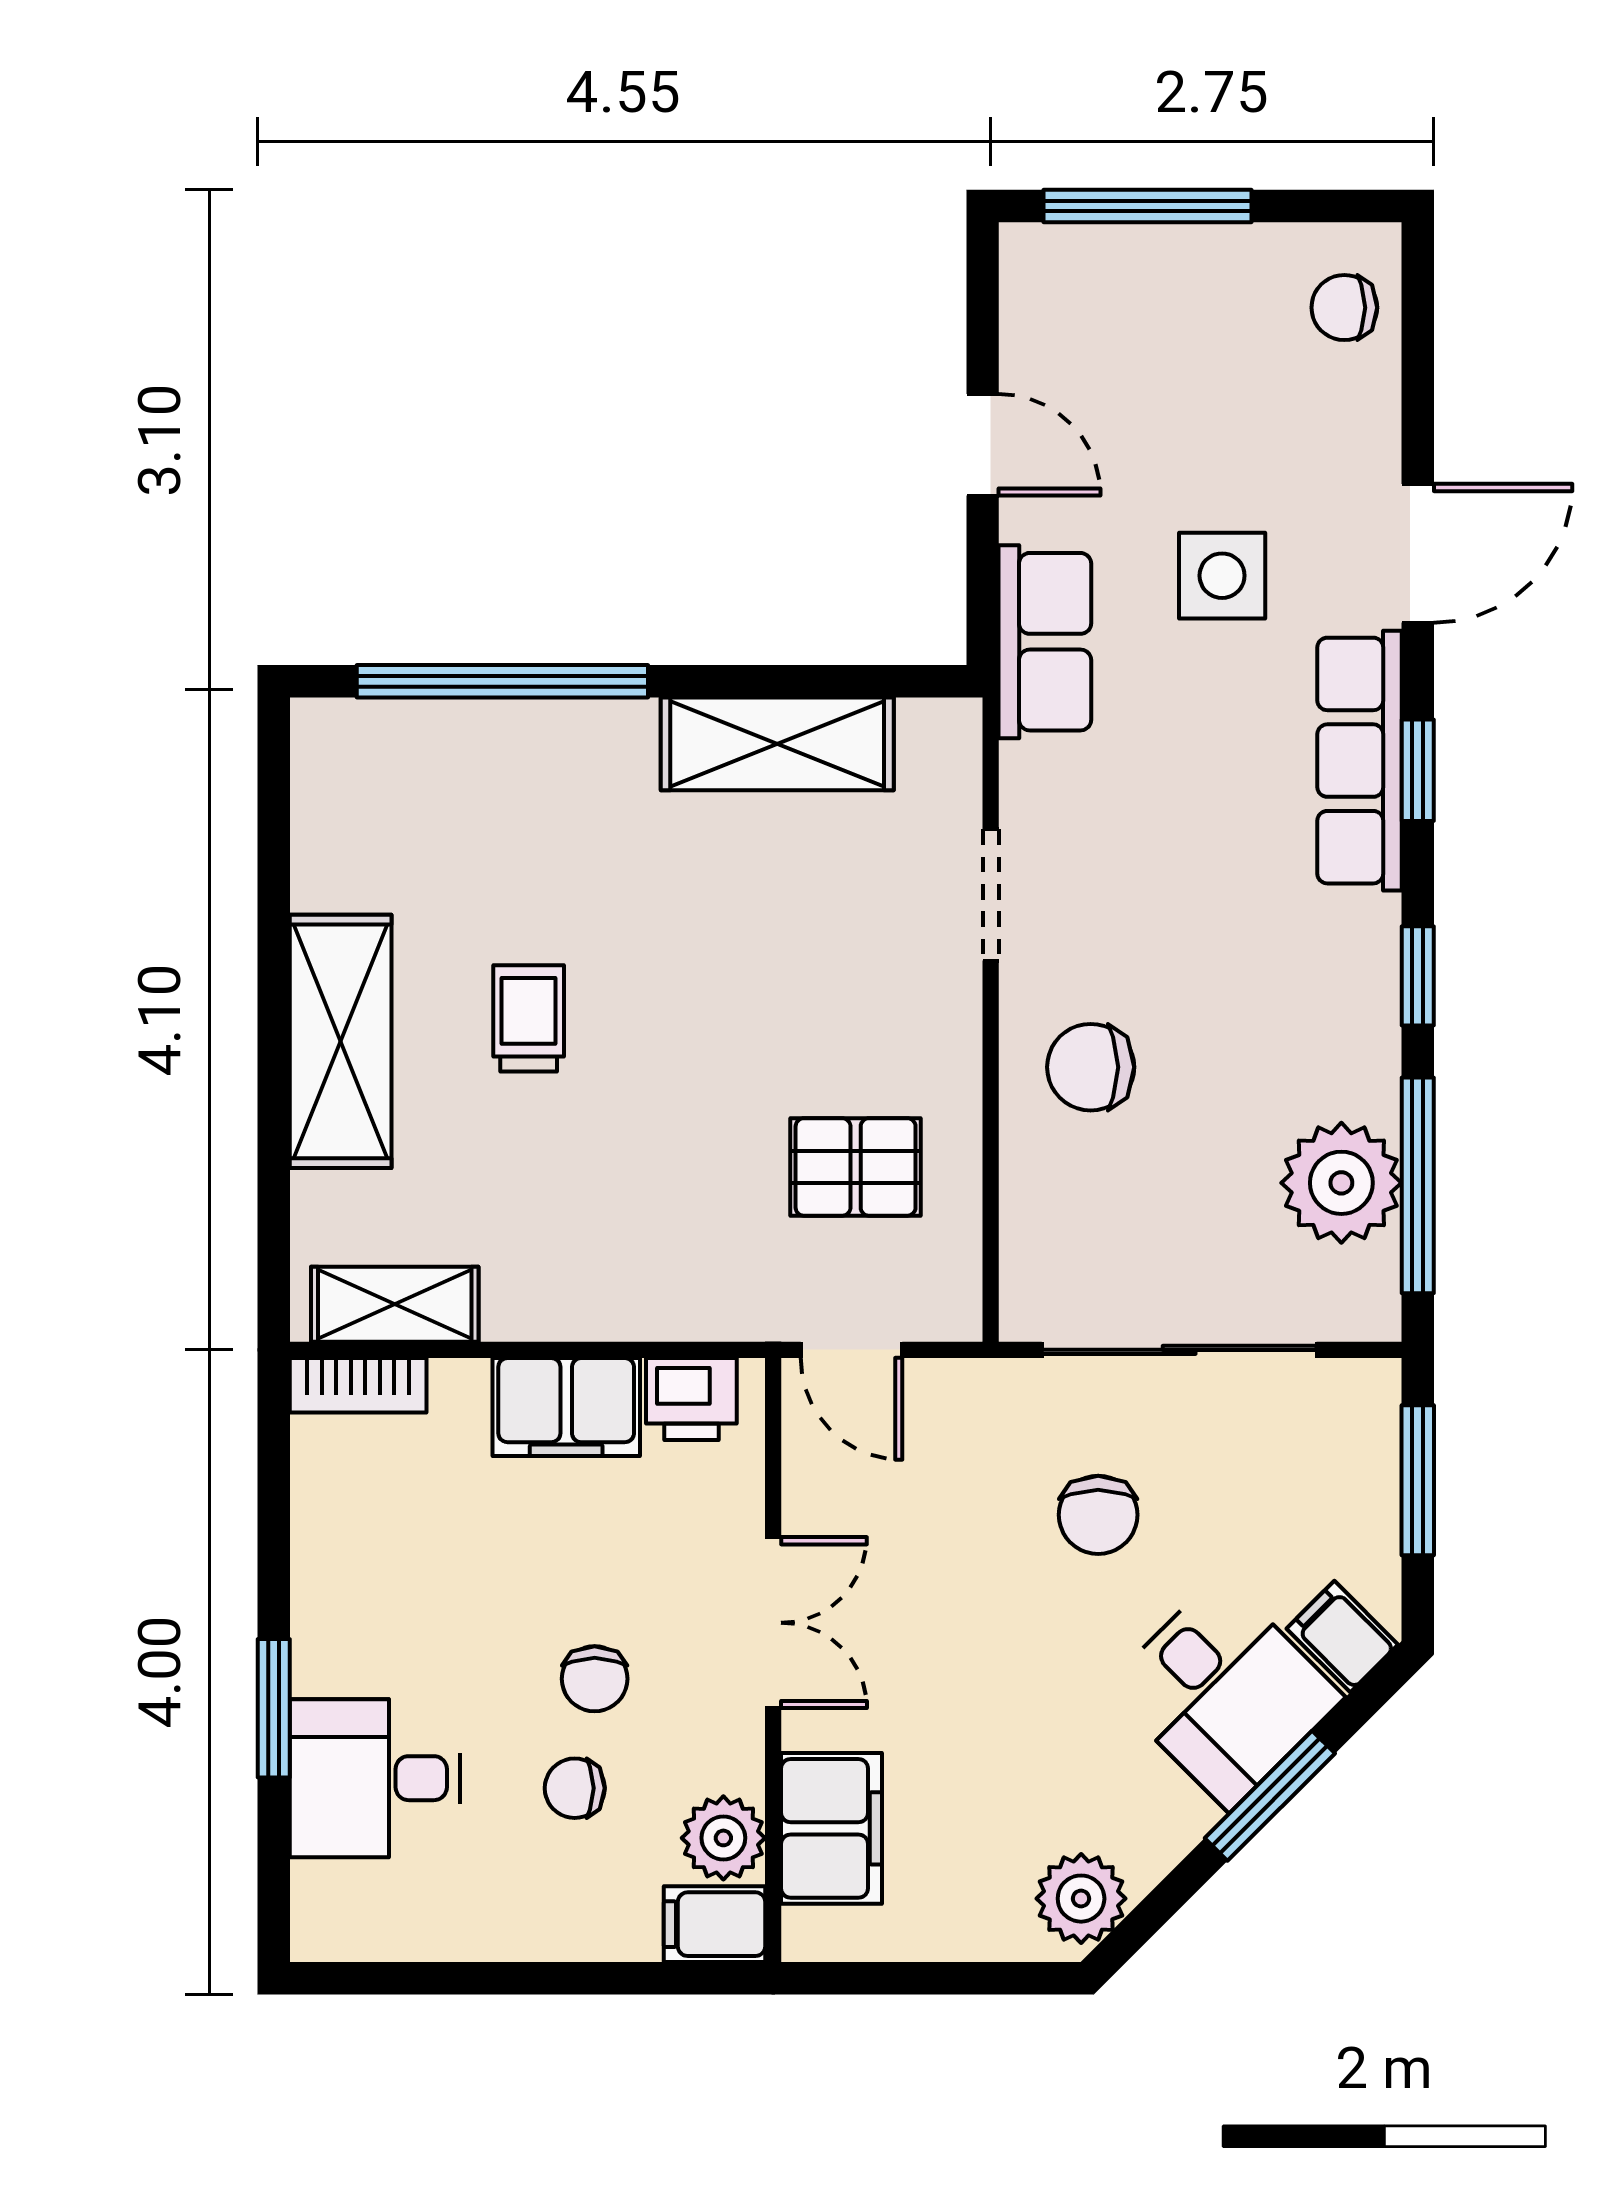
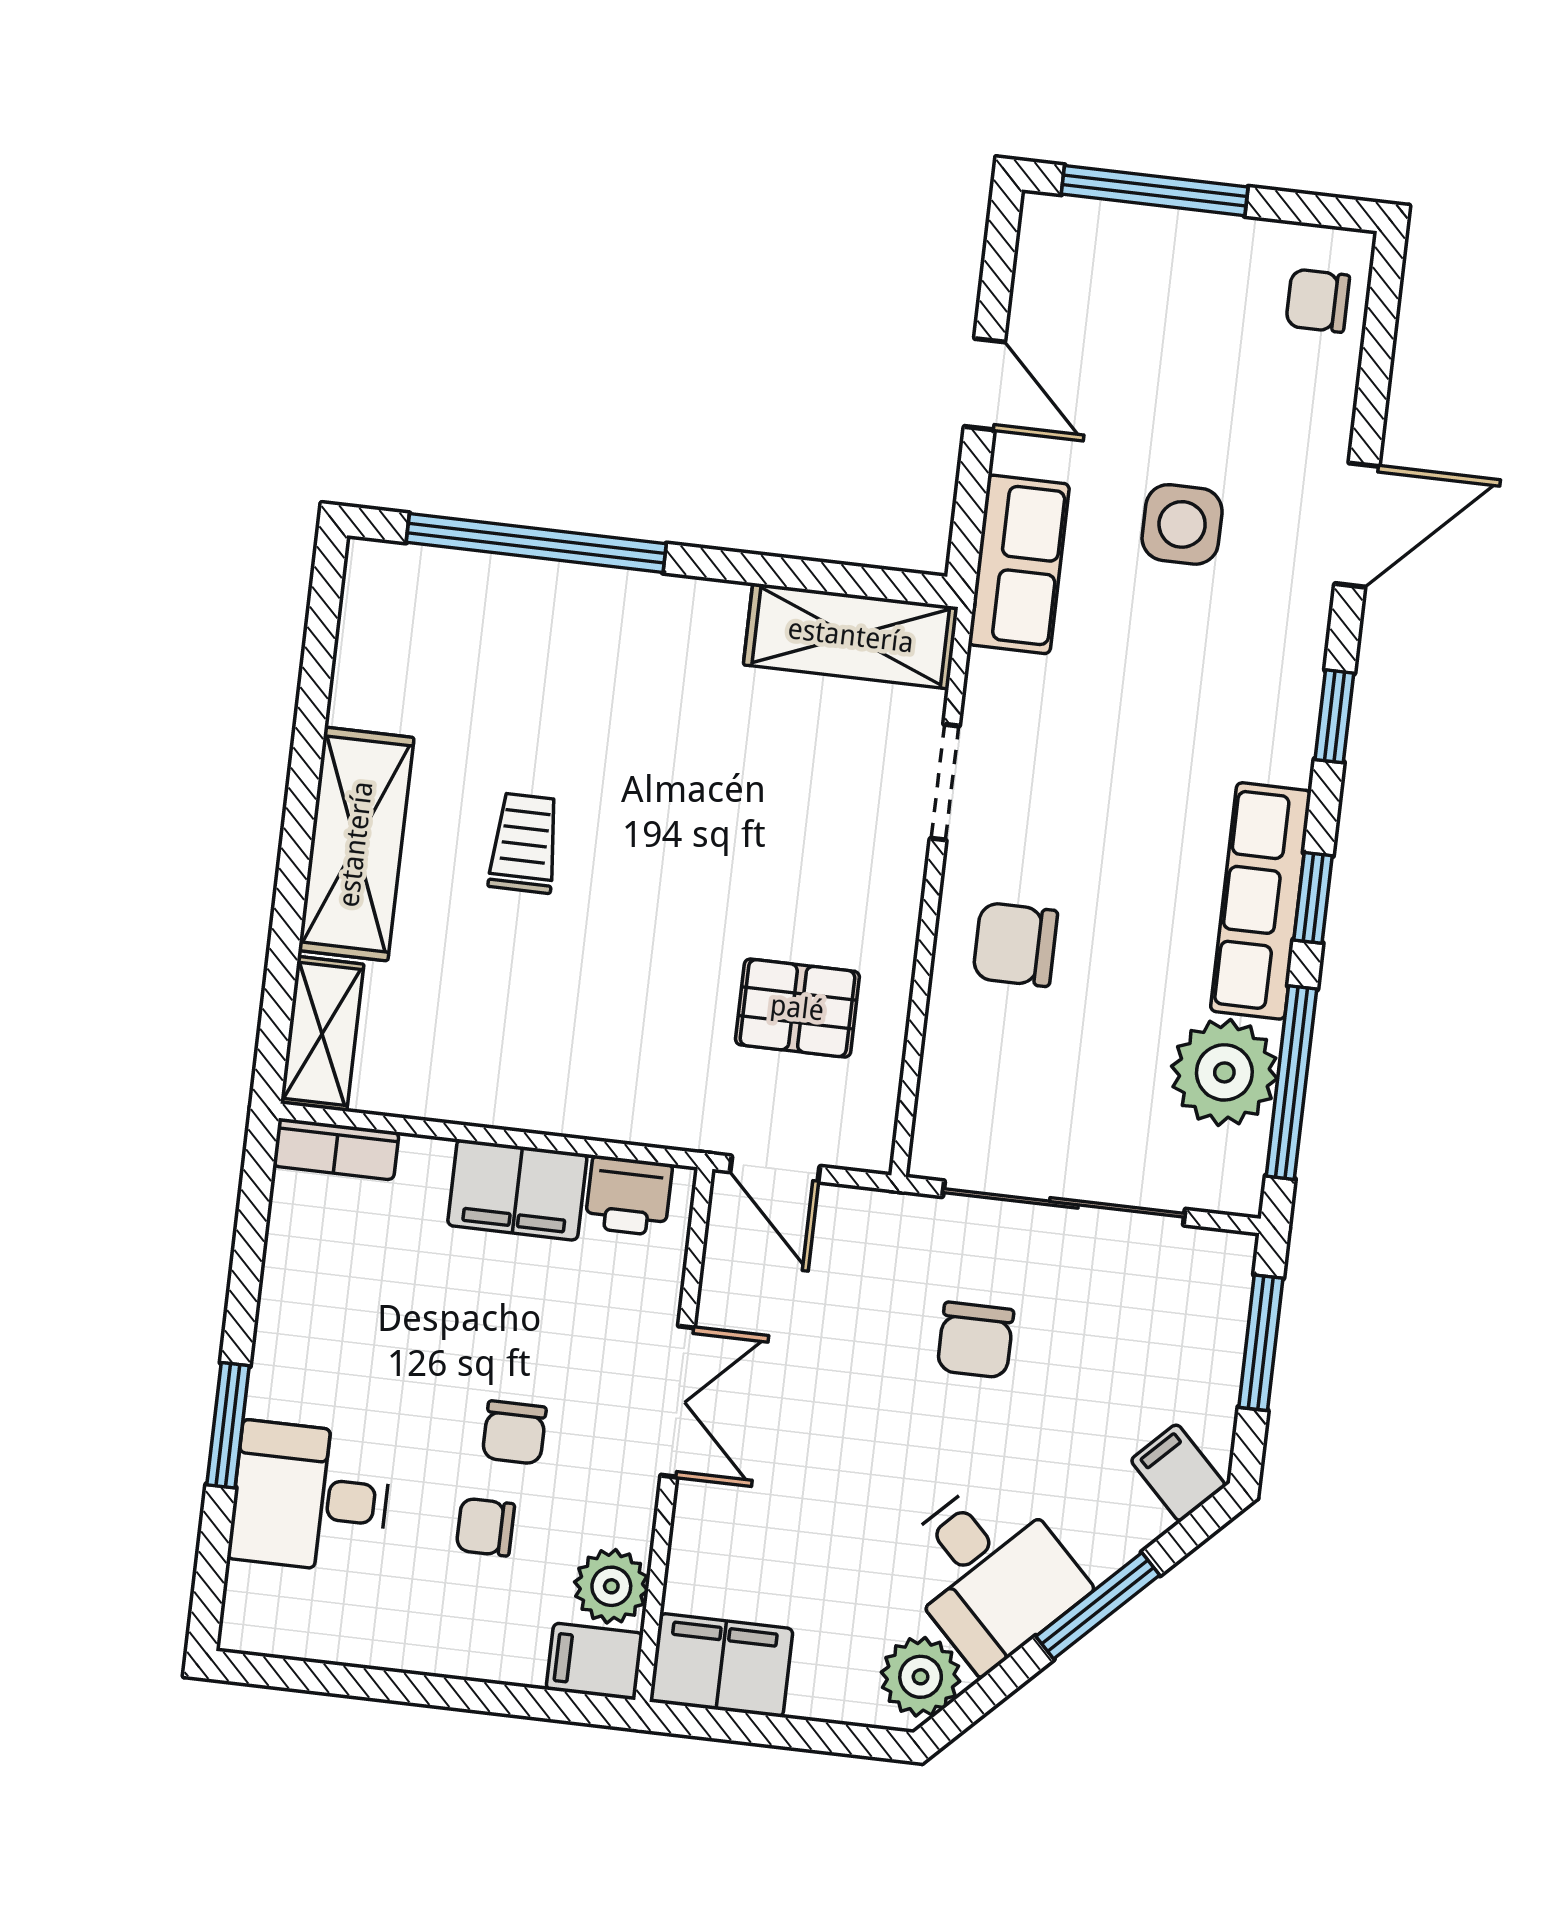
shelving: (777, 744) -> (851, 636), moved
row of seats: (1360, 761) -> (1261, 901), moved
shelving: (395, 1304) -> (322, 1034), moved, turned 90
desk: (1225, 1692) -> (989, 1572), moved
filing cabinet: (832, 1828) -> (721, 1665), moved, turned -90

